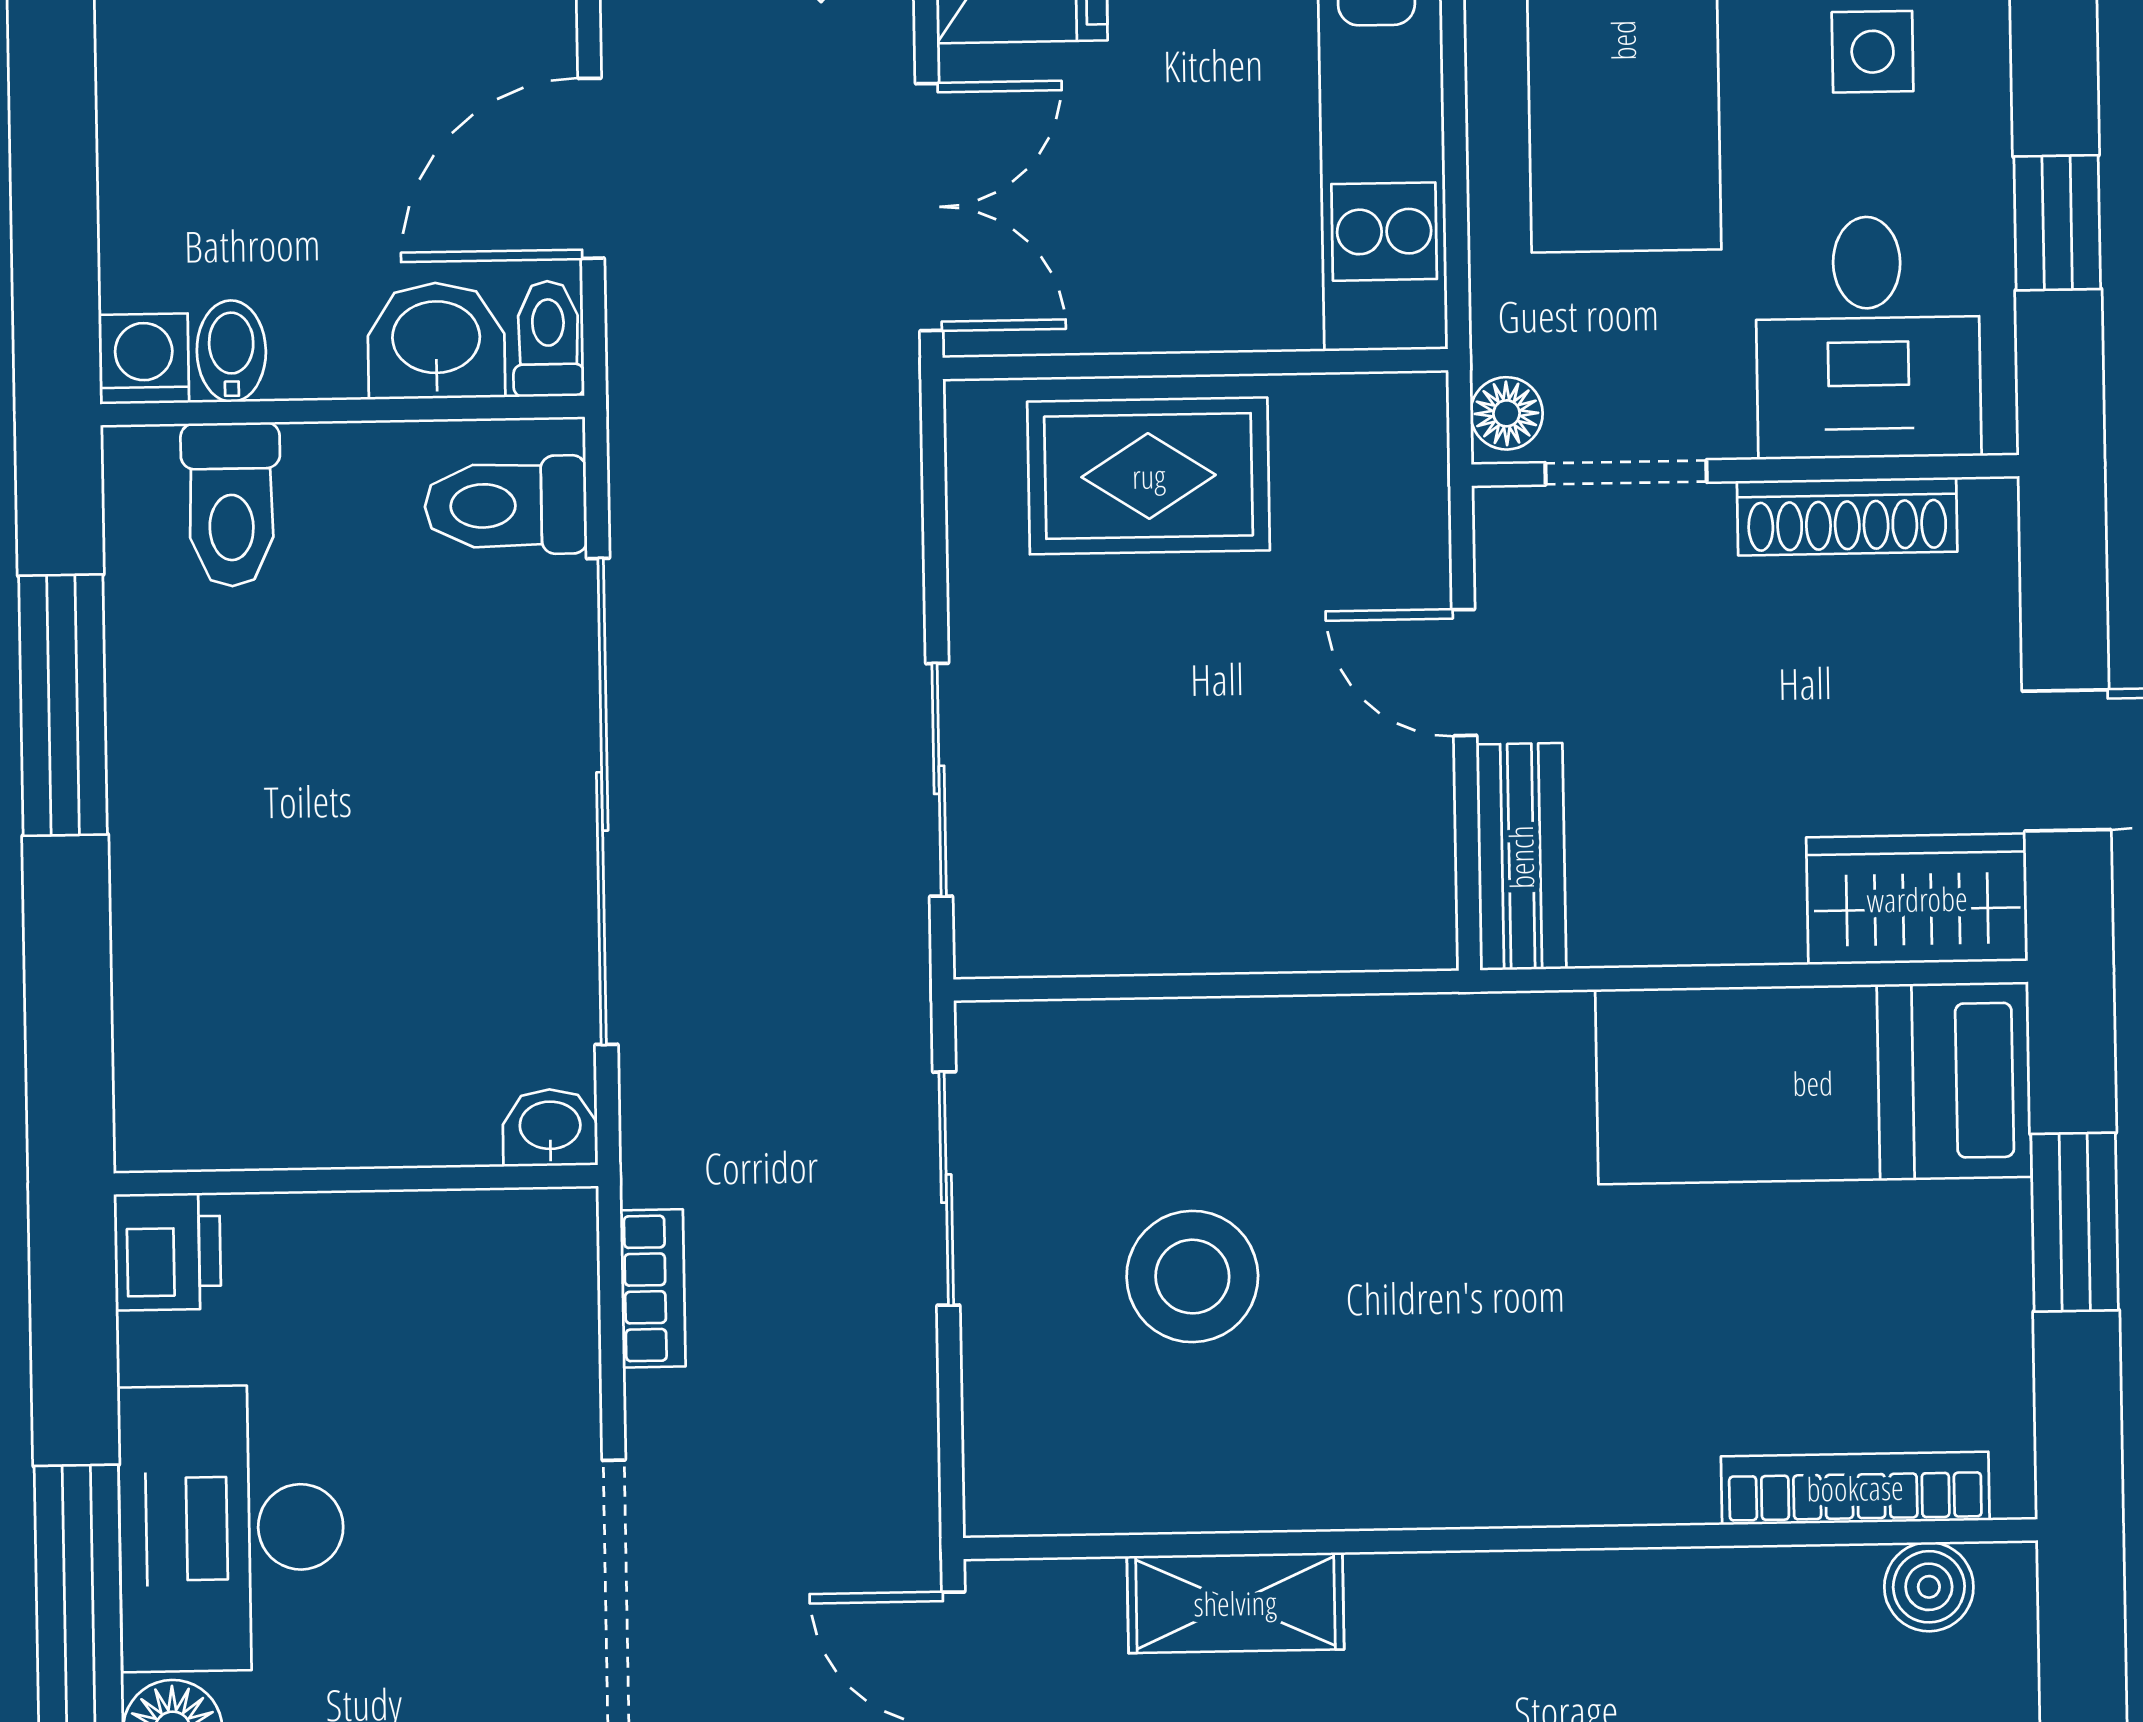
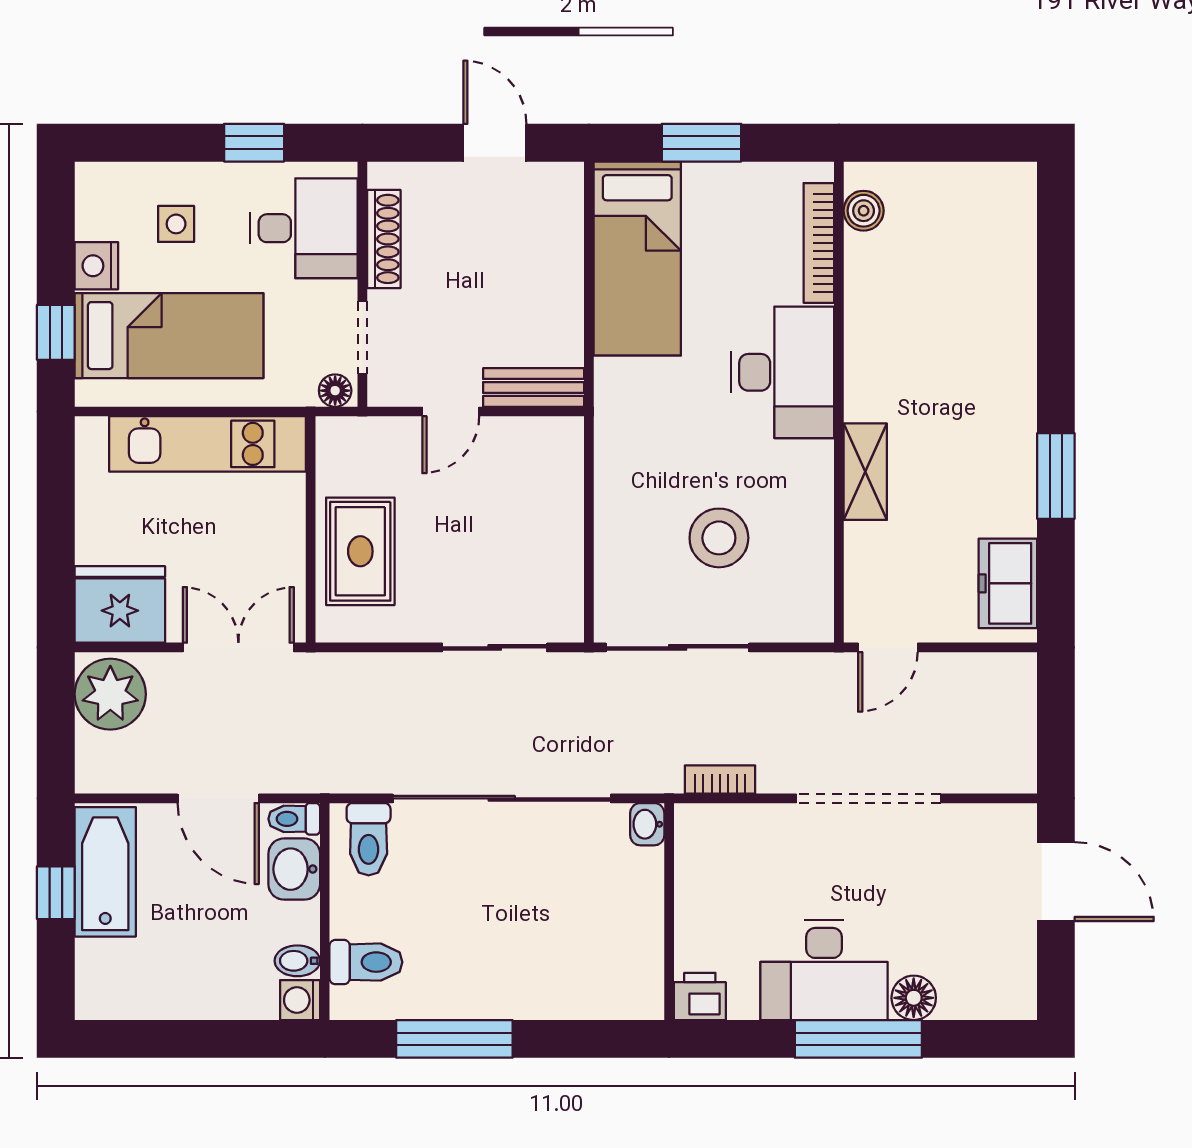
wardrobe: (1917, 899) -> (556, 211), removed
sliding door: (946, 1189) -> (678, 647), width x1.37
desk: (1565, 1412) -> (783, 372), added
shelving: (1235, 1603) -> (865, 472), moved

